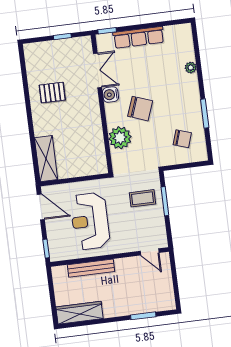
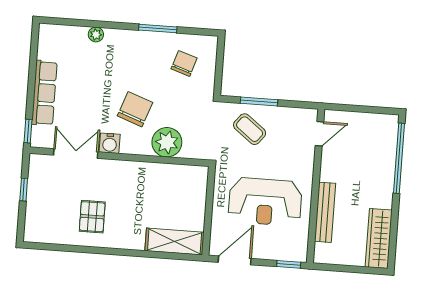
coffee table: (143, 198) -> (250, 129), turned -52
window: (143, 316) -> (399, 158), width x2.11

